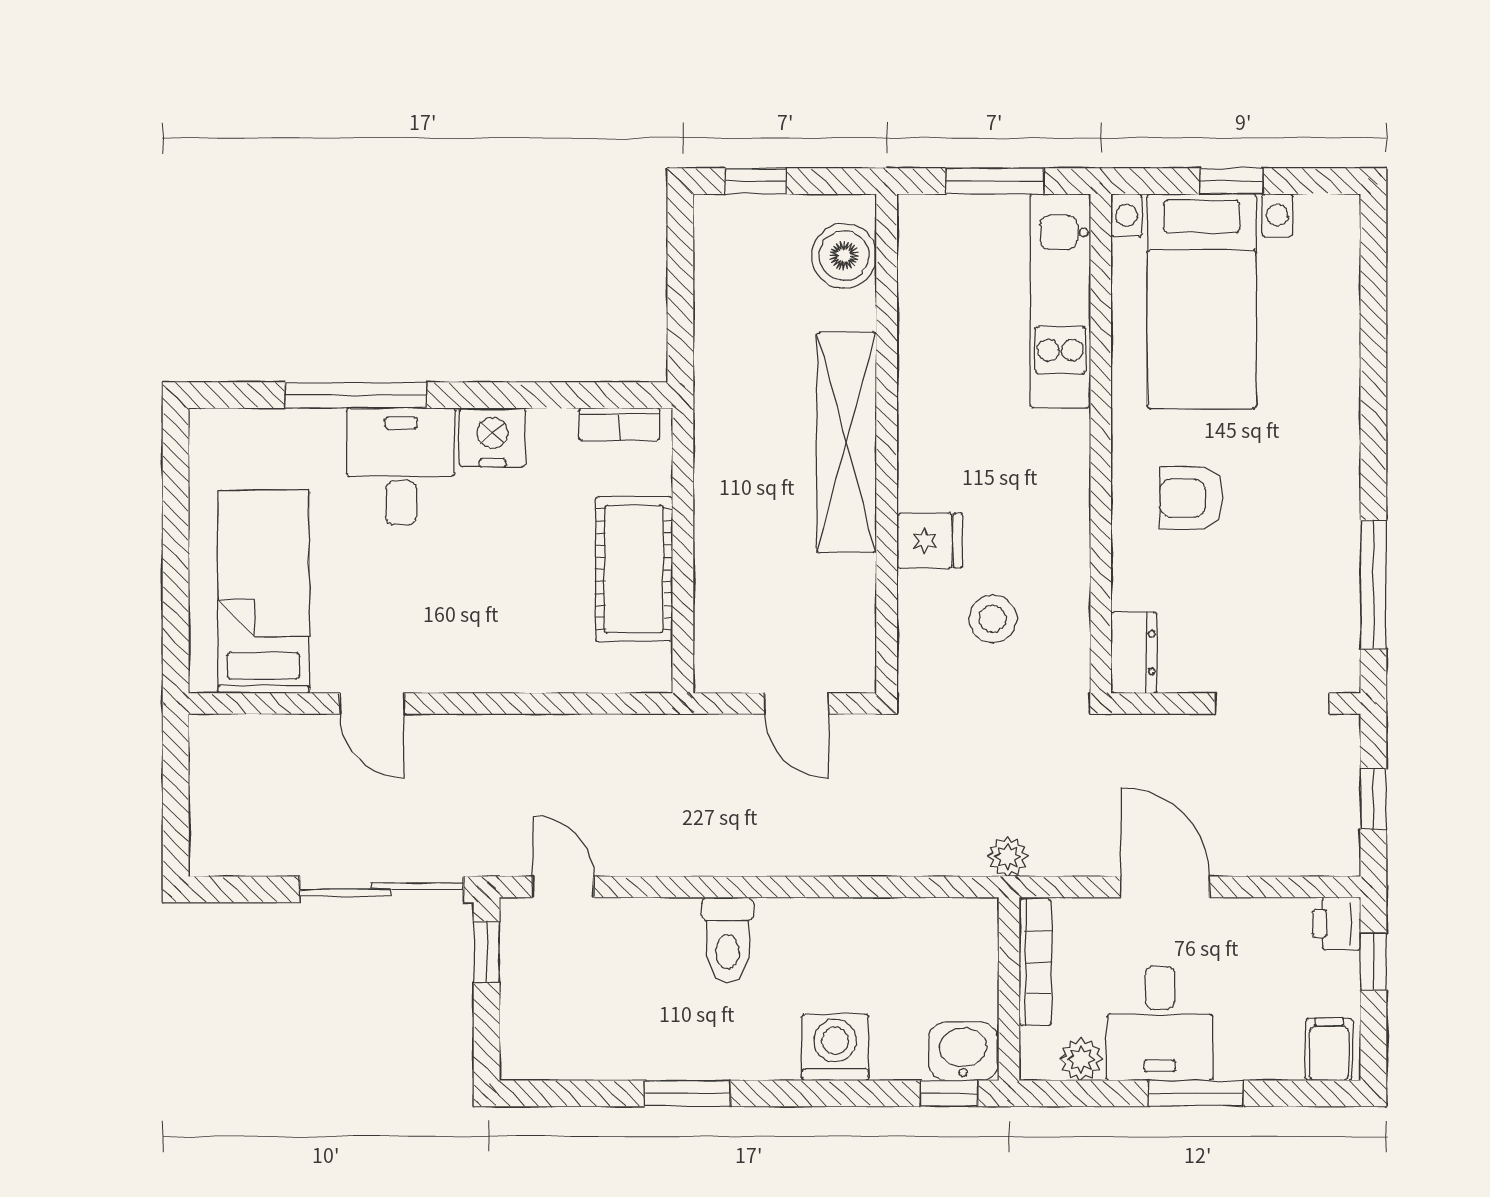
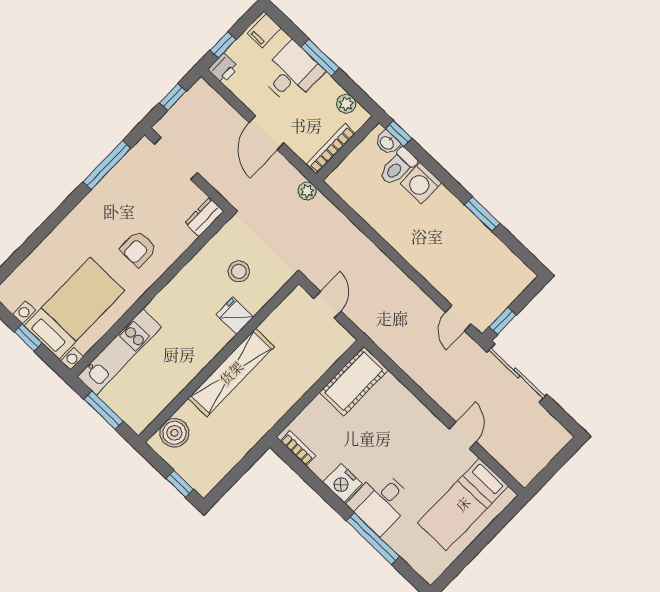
armchair: (1191, 498) -> (138, 249), turned 90
cot: (634, 569) -> (354, 381), moved
toilet: (728, 940) -> (398, 167), moved, turned 180
desk: (1160, 1023) -> (292, 73), moved
washbasin: (963, 1051) -> (387, 143), width x0.72, depth x0.69

